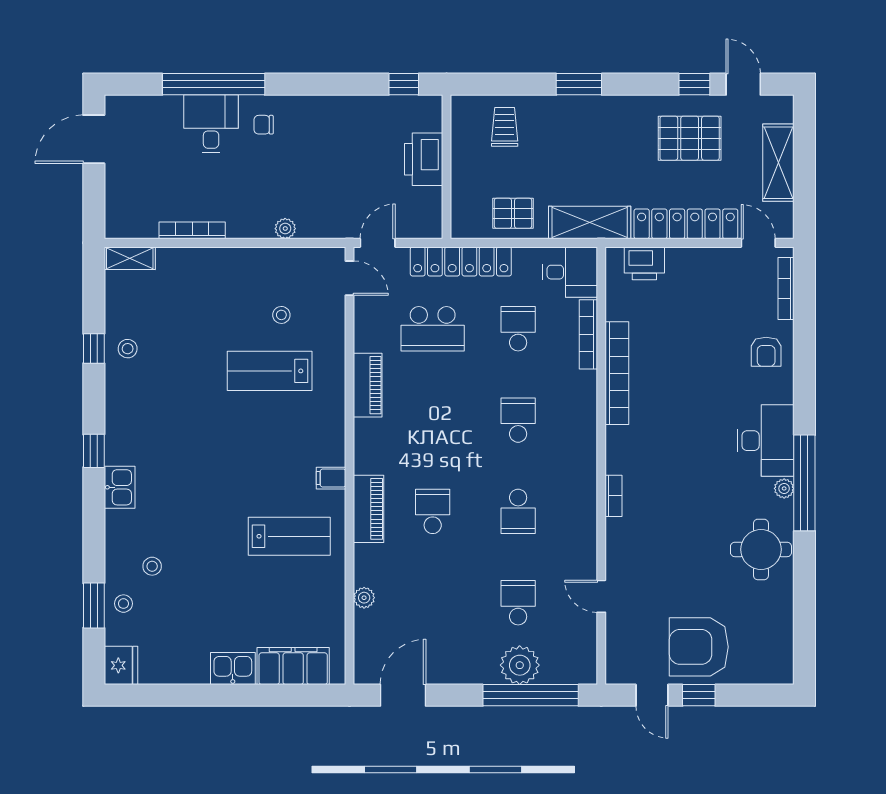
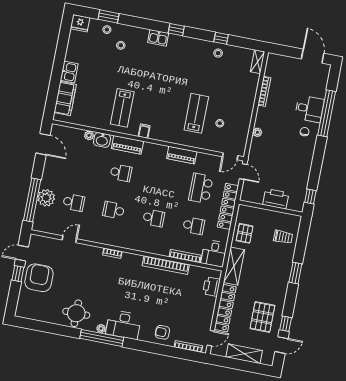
washbasin: (369, 567) -> (102, 140), added

